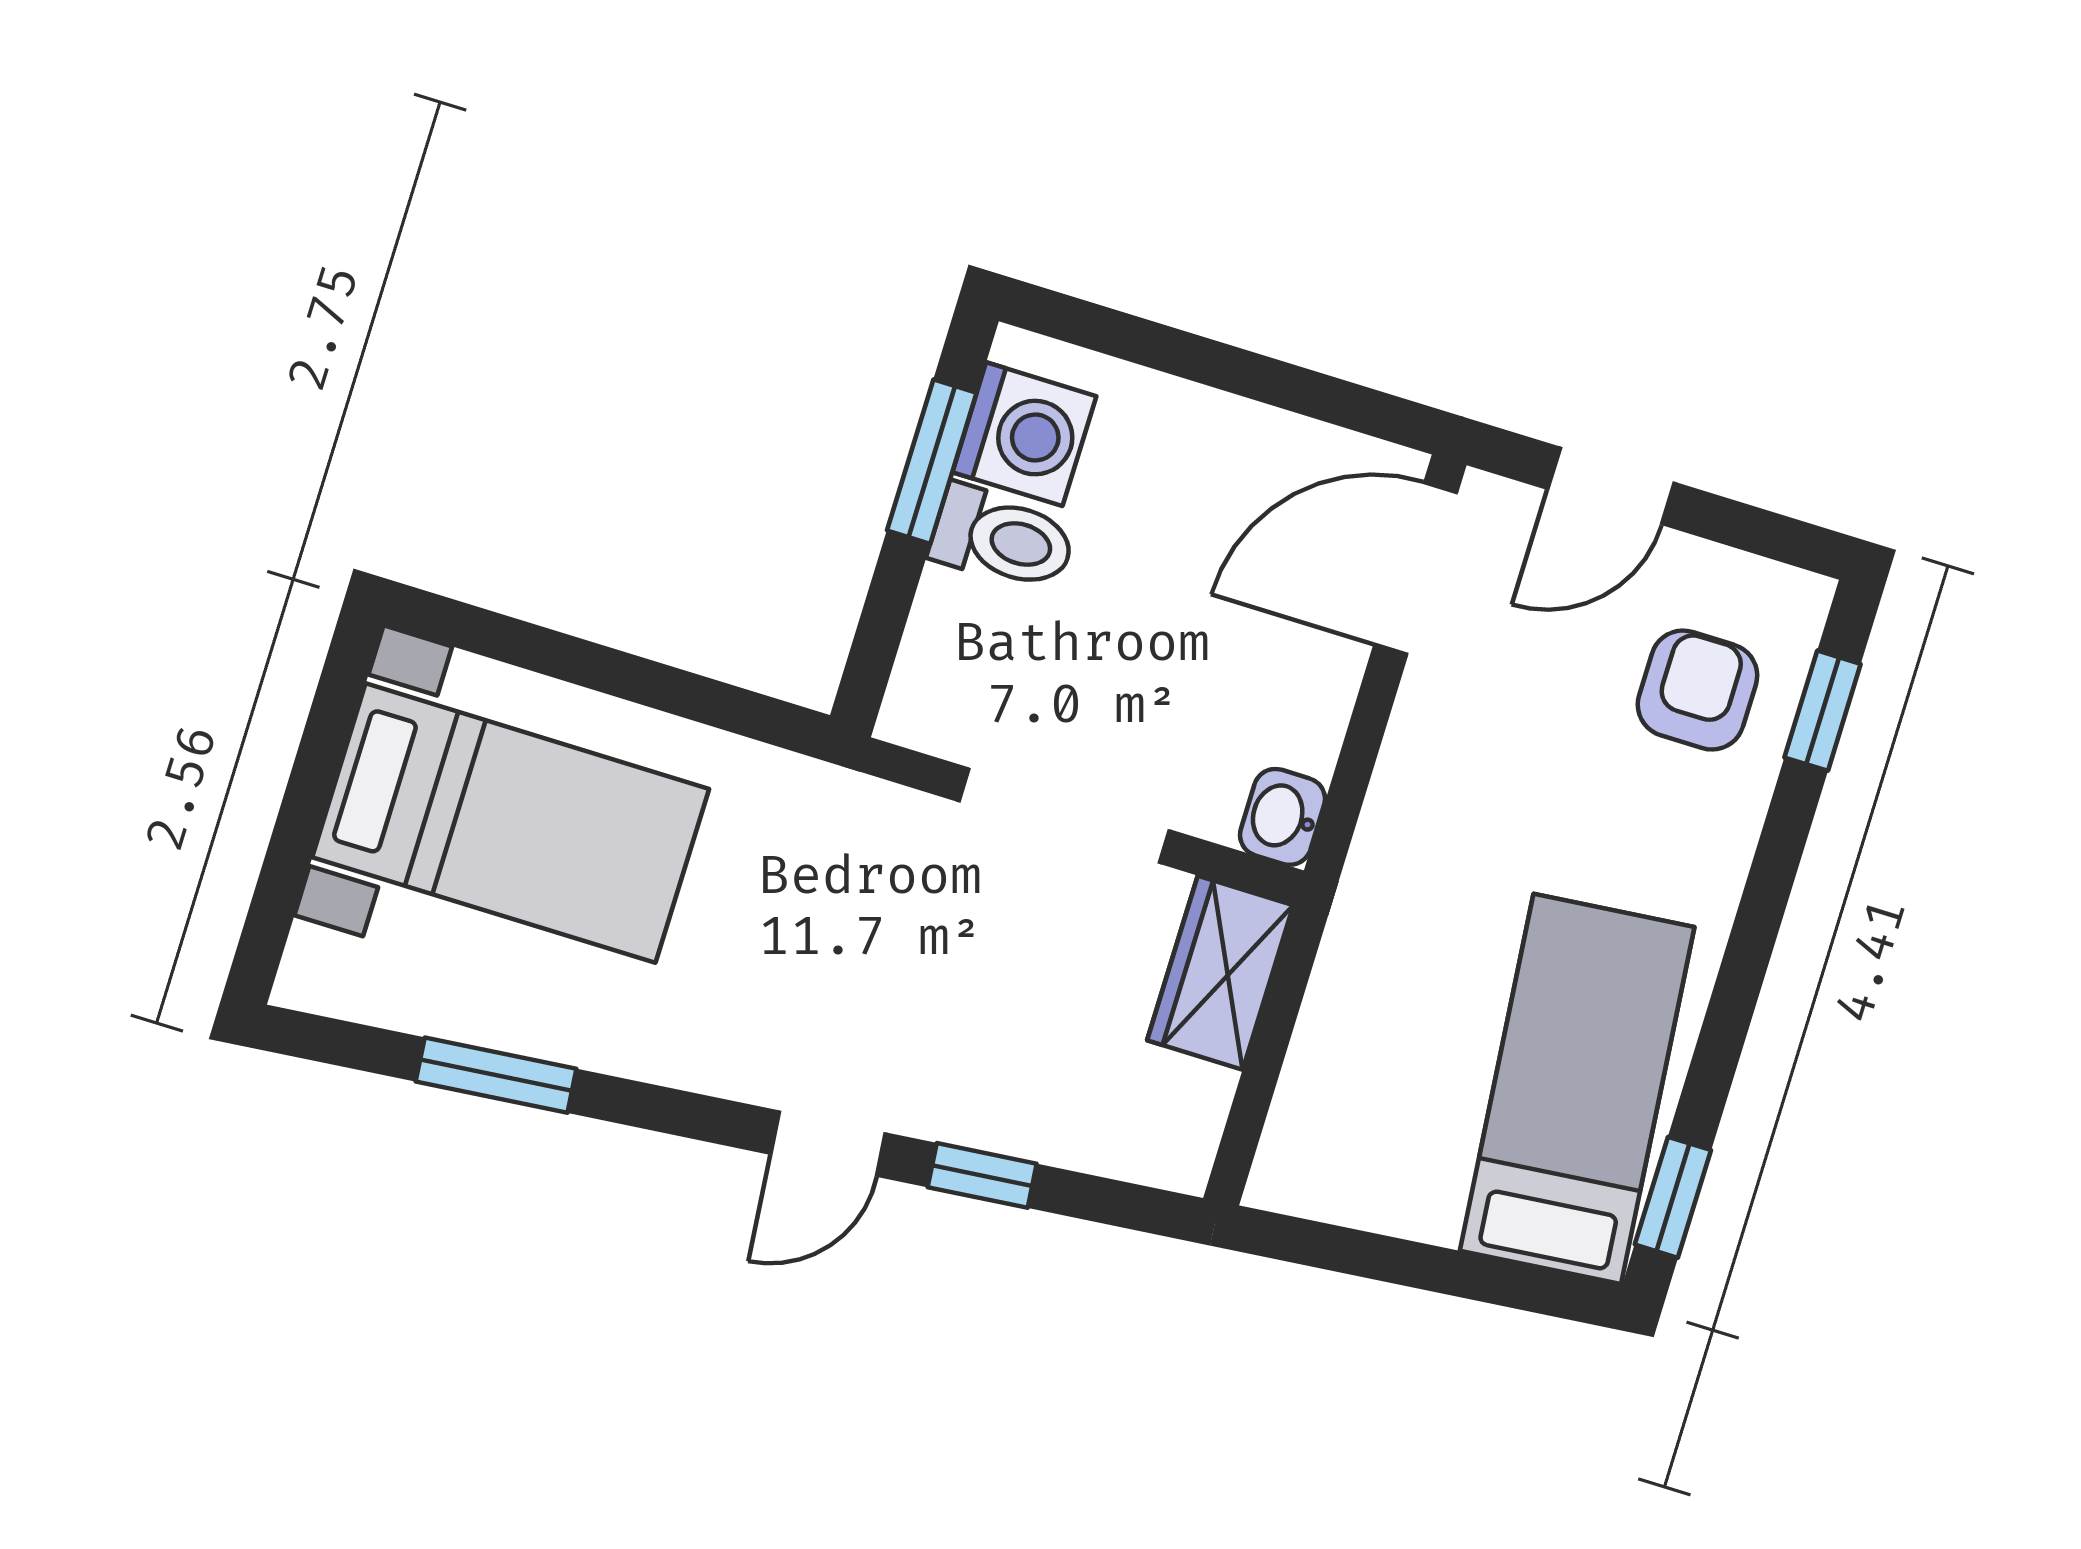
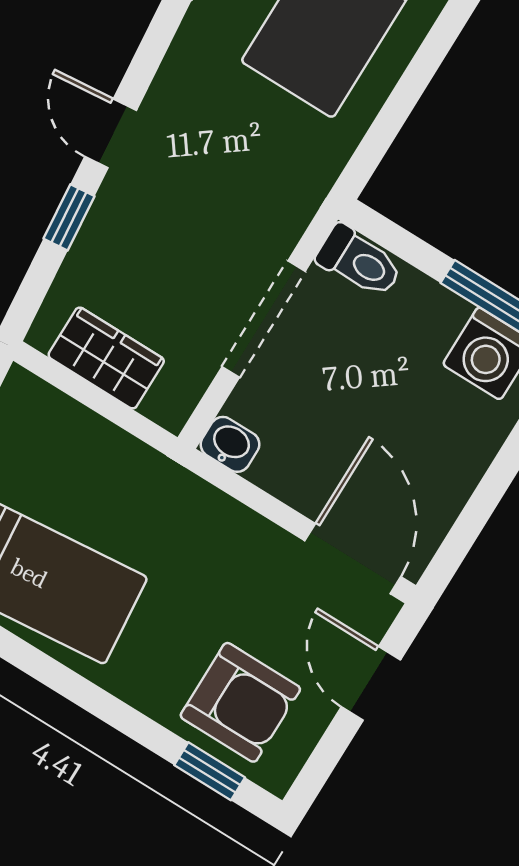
toilet: (1003, 538) -> (359, 261), moved, turned -90
armchair: (1697, 690) -> (240, 702), width x1.38, depth x1.38
wardrobe: (1220, 973) -> (106, 358), moved

